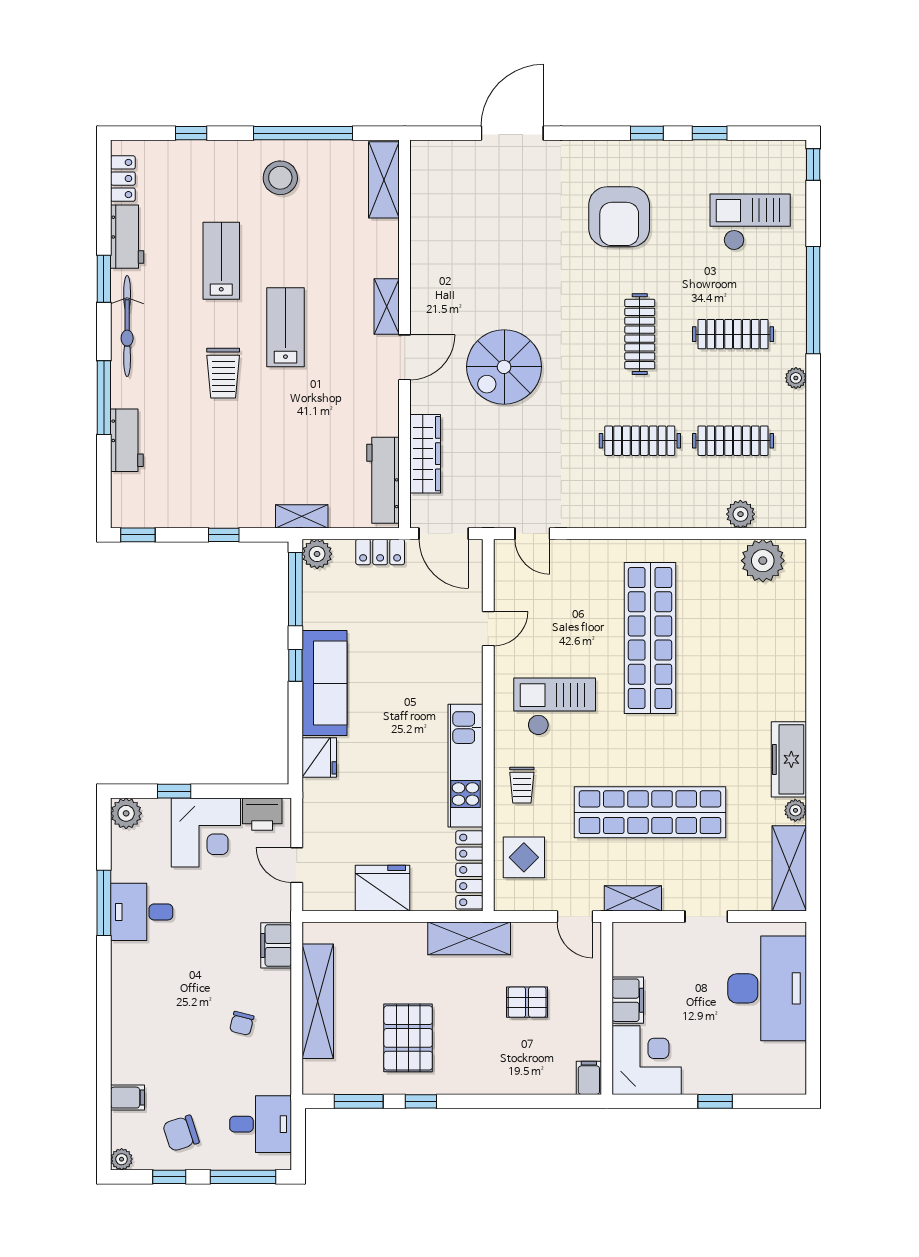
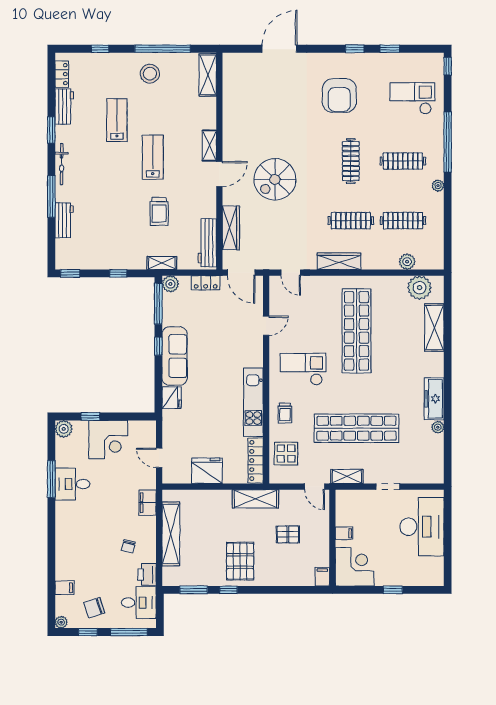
bicycle: (127, 326) -> (62, 164), width x0.73, depth x0.71
trolley: (223, 373) -> (159, 211), moved
wardrobe: (619, 513) -> (339, 261), added
printer: (262, 814) -> (147, 574), moved, turned 90
shelving: (789, 868) -> (434, 328), moved
filing cabinet: (628, 1000) -> (344, 533), width x0.50
pallet: (408, 1038) -> (240, 561), moved

